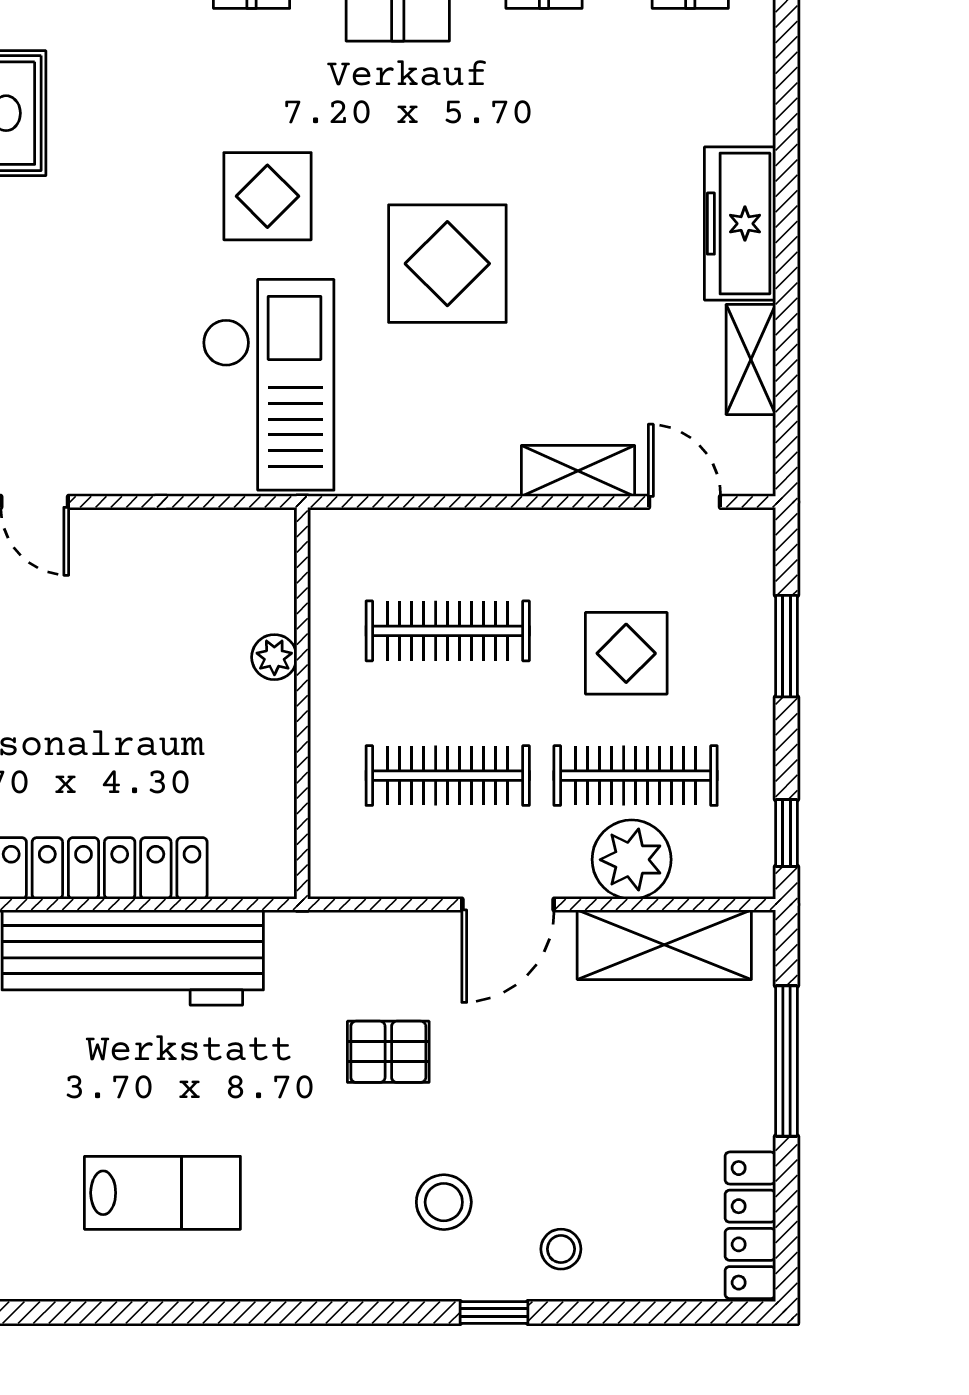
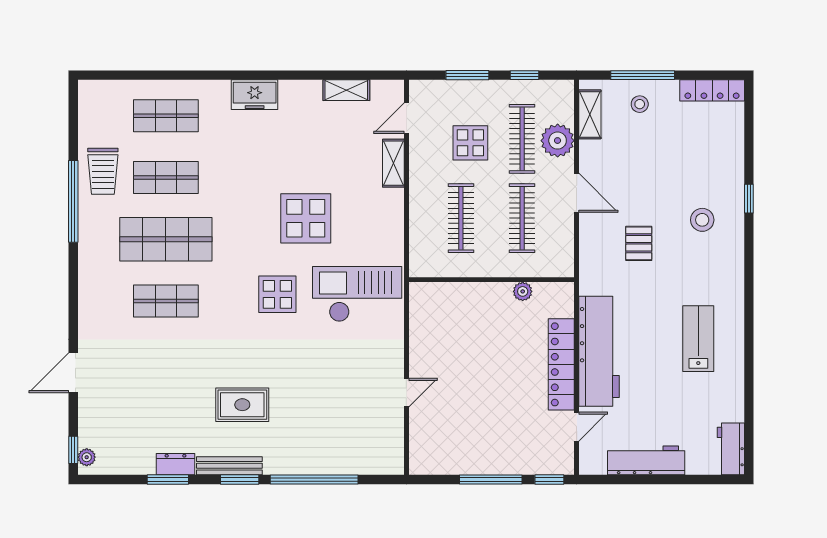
freezer: (740, 224) -> (255, 95), moved, width x0.71
plant: (274, 657) -> (523, 291), moved
window: (786, 833) -> (525, 75), moved
shelving: (664, 945) -> (590, 114), width x0.67, depth x0.75
stool: (561, 1249) -> (640, 104), moved

